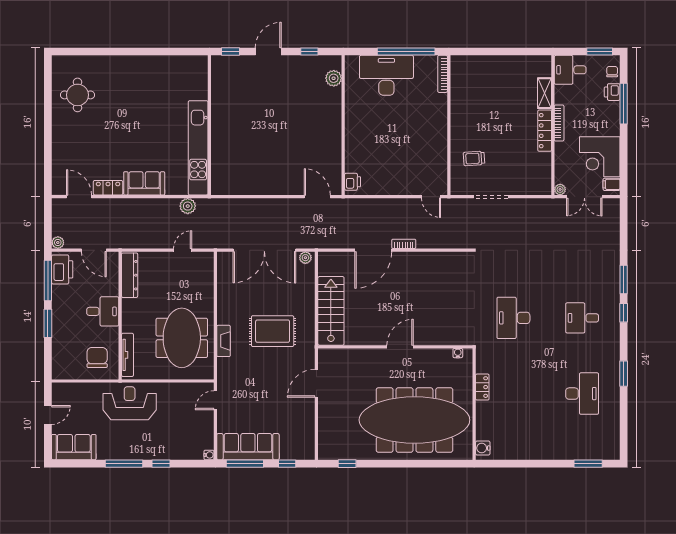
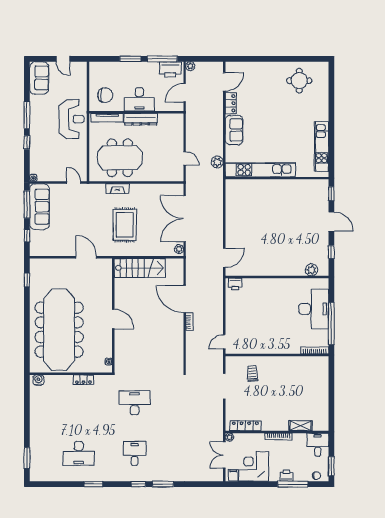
kitchen unit: (167, 65) -> (322, 147), added
printer: (612, 92) -> (287, 476), moved
locker: (545, 131) -> (245, 426), moved
dresser: (130, 275) -> (141, 119), moved
desk: (103, 311) -> (139, 99), width x1.37

